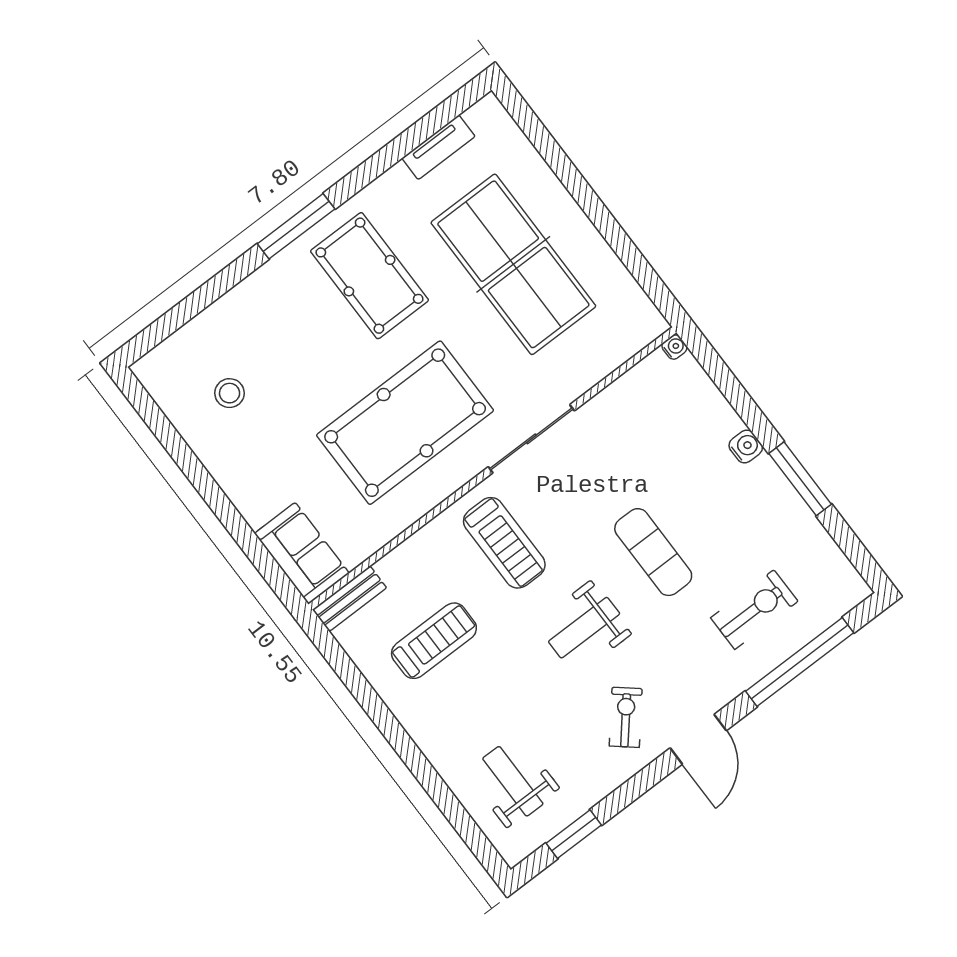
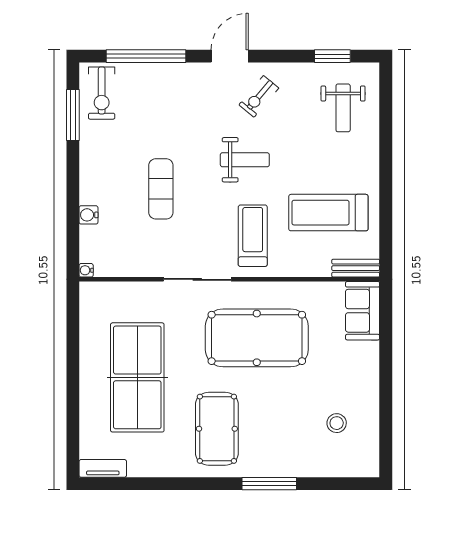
tv unit: (438, 147) -> (103, 468), moved
window: (296, 226) -> (269, 484), moved
water cooler: (746, 446) -> (88, 215), moved
window: (800, 479) -> (73, 115), moved
exercise mat: (653, 552) -> (161, 189), moved
exercise bike: (754, 610) -> (102, 93), moved, turned -90
treadmill: (434, 641) -> (328, 213), width x1.37, depth x1.38

